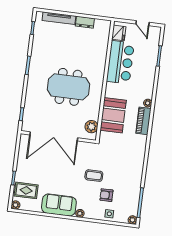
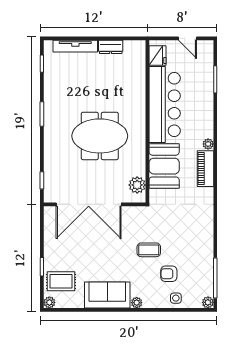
bar counter: (120, 62) -> (165, 104), width x1.36

